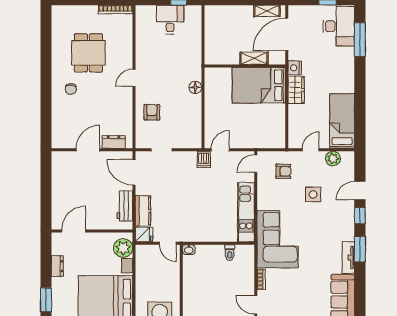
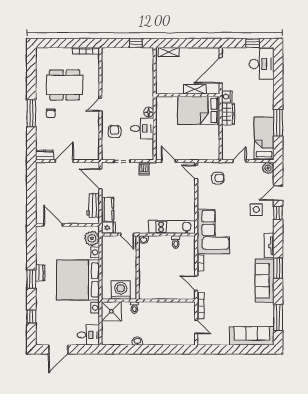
shelving: (267, 11) -> (169, 52), moved
desk: (170, 20) -> (142, 128), moved, turned 90
window: (360, 39) -> (278, 123), moved
dining table: (88, 53) -> (65, 85), width x1.38
window: (46, 89) -> (31, 113), added
dresser: (114, 142) -> (45, 155), moved
door: (220, 150) -> (168, 161), hinge flipped
dishwasher: (204, 159) -> (144, 169), moved
plant: (333, 159) -> (268, 168), moved
door: (256, 164) -> (196, 172), hinge flipped
side table: (313, 194) -> (256, 209), moved
kitchen unit: (246, 212) -> (172, 227), moved, turned 90
door: (74, 231) -> (53, 225), hinge flipped
window: (360, 249) -> (278, 268), moved
dresser: (57, 266) -> (40, 273), moved

